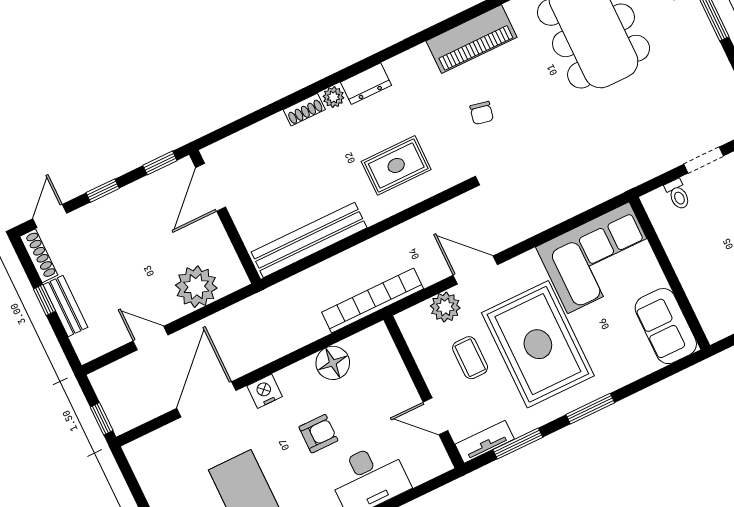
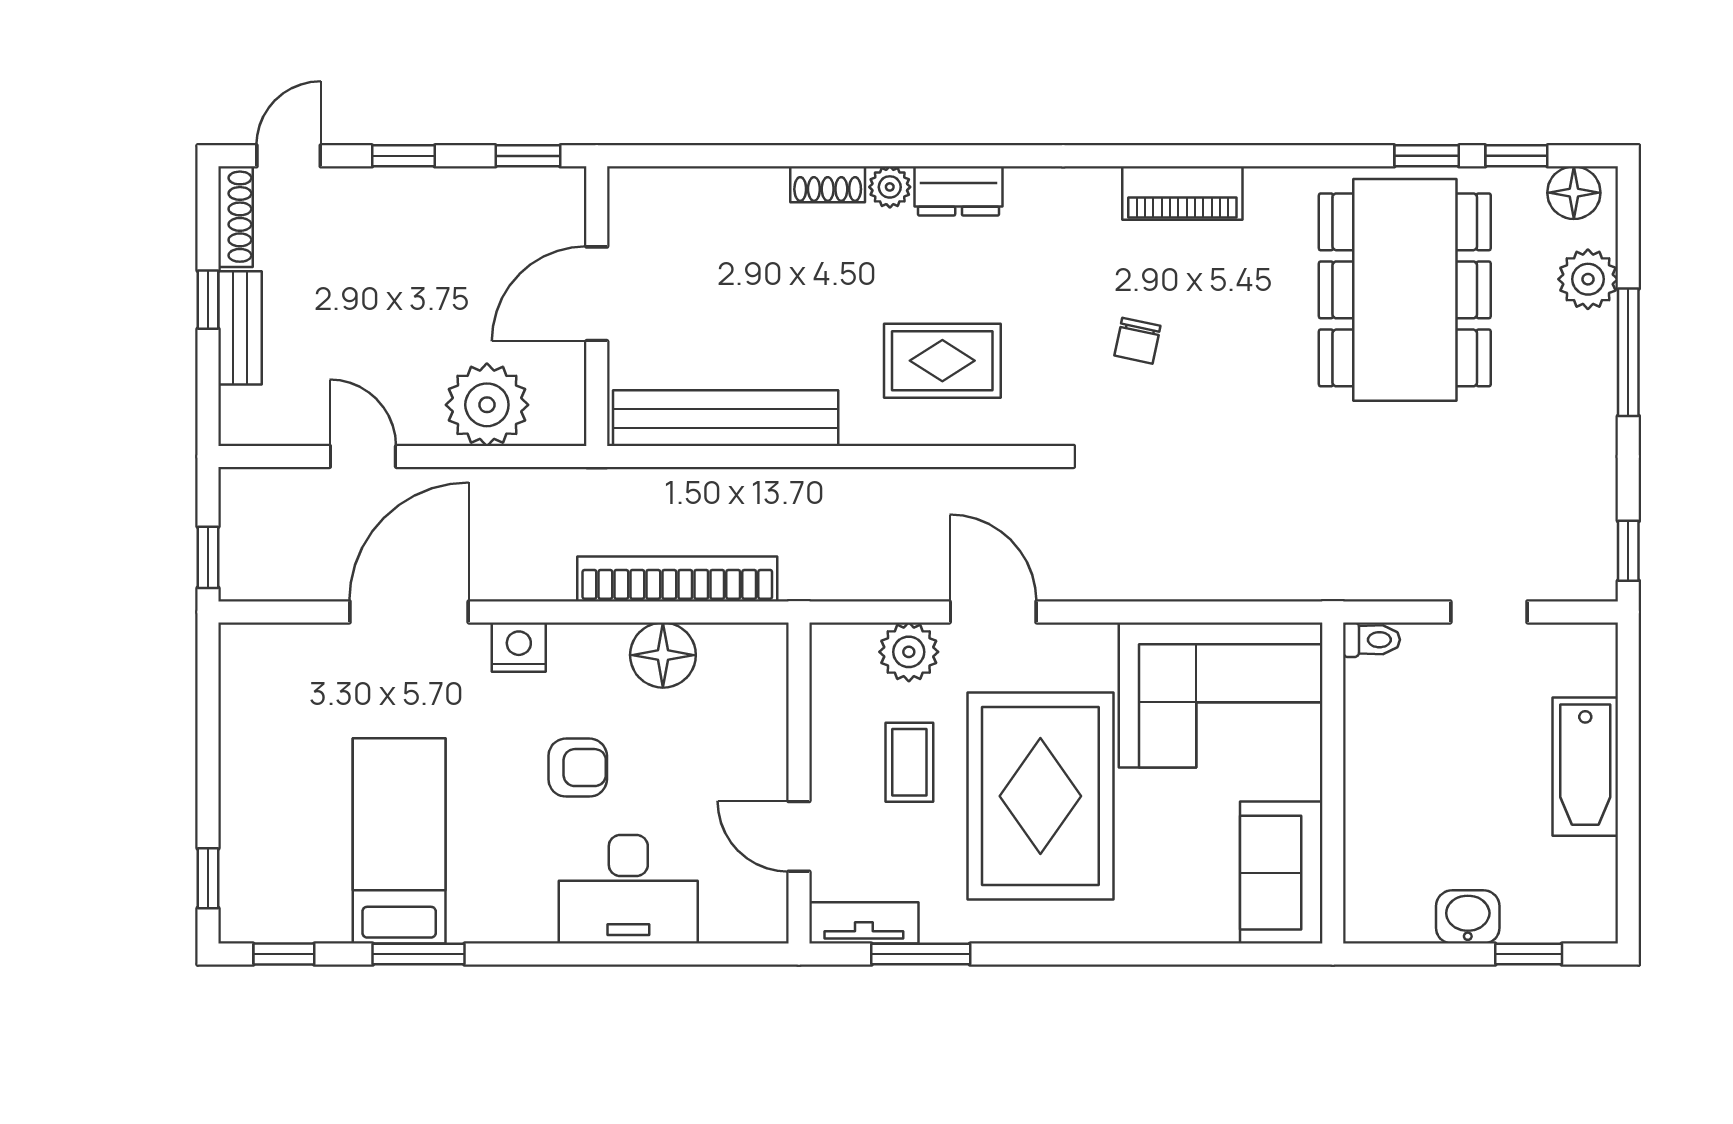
piano: (472, 39) -> (1182, 193), width x0.73, depth x0.75
door: (211, 187) -> (597, 294), moved
toilet: (678, 194) -> (1371, 640), moved, turned -90
bookcase: (373, 301) -> (677, 579), moved
window: (590, 409) -> (1078, 954), removed

